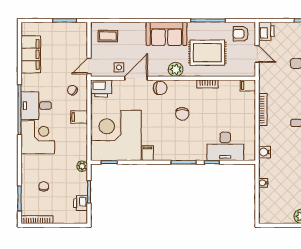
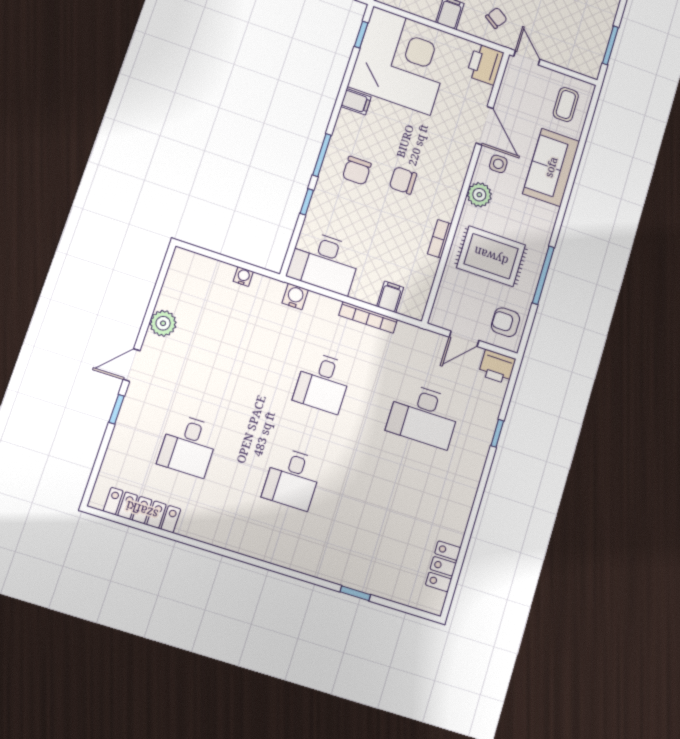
sofa: (166, 34) -> (551, 167), moved
armchair: (241, 34) -> (505, 322), turned -90
rug: (207, 53) -> (491, 256), turned 90
side table: (119, 67) -> (498, 164), moved
filing cabinet: (248, 85) -> (390, 297), moved
chair: (160, 88) -> (357, 171), moved
desk: (225, 146) -> (324, 262), moved, turned -90

